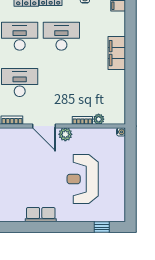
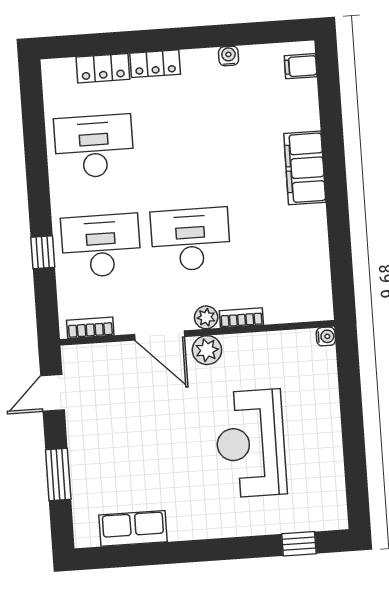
desk: (61, 36) -> (191, 239), moved
plant: (99, 119) -> (206, 317), moved
row of seats: (41, 215) -> (133, 528), moved

